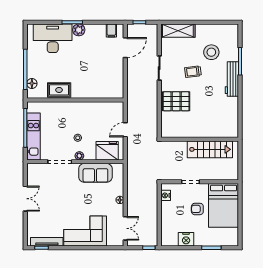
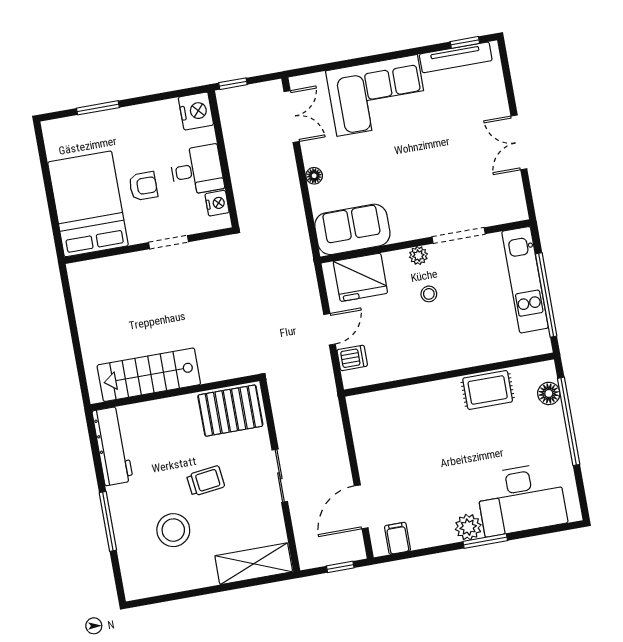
workbench: (232, 79) -> (113, 446), moved
dishwasher: (117, 115) -> (352, 358), added
wall: (200, 139) -> (175, 393), moved
stairs: (210, 149) -> (149, 375), moved
sofa: (95, 173) -> (352, 229), moved
desk: (172, 212) -> (197, 170), added
double door: (125, 228) -> (292, 117), swing flipped
nightstand: (186, 239) -> (196, 111), moved, turned 90

